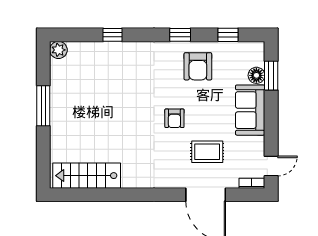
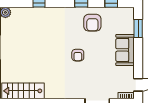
floor lamp: (256, 75) -> (129, 28), removed
rug: (207, 152) -> (98, 76), removed

